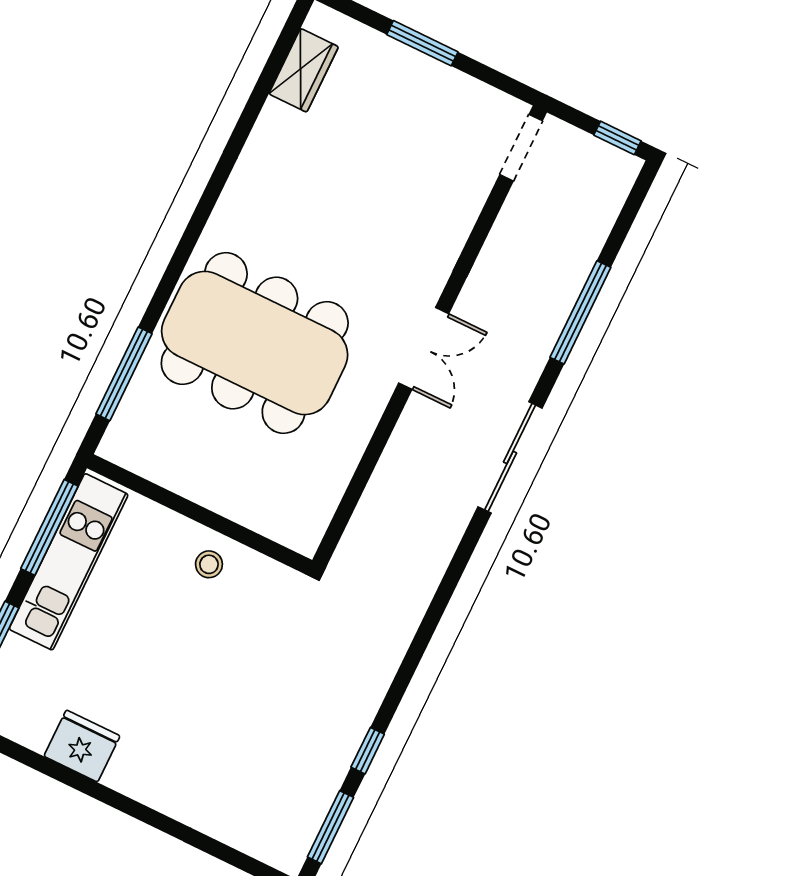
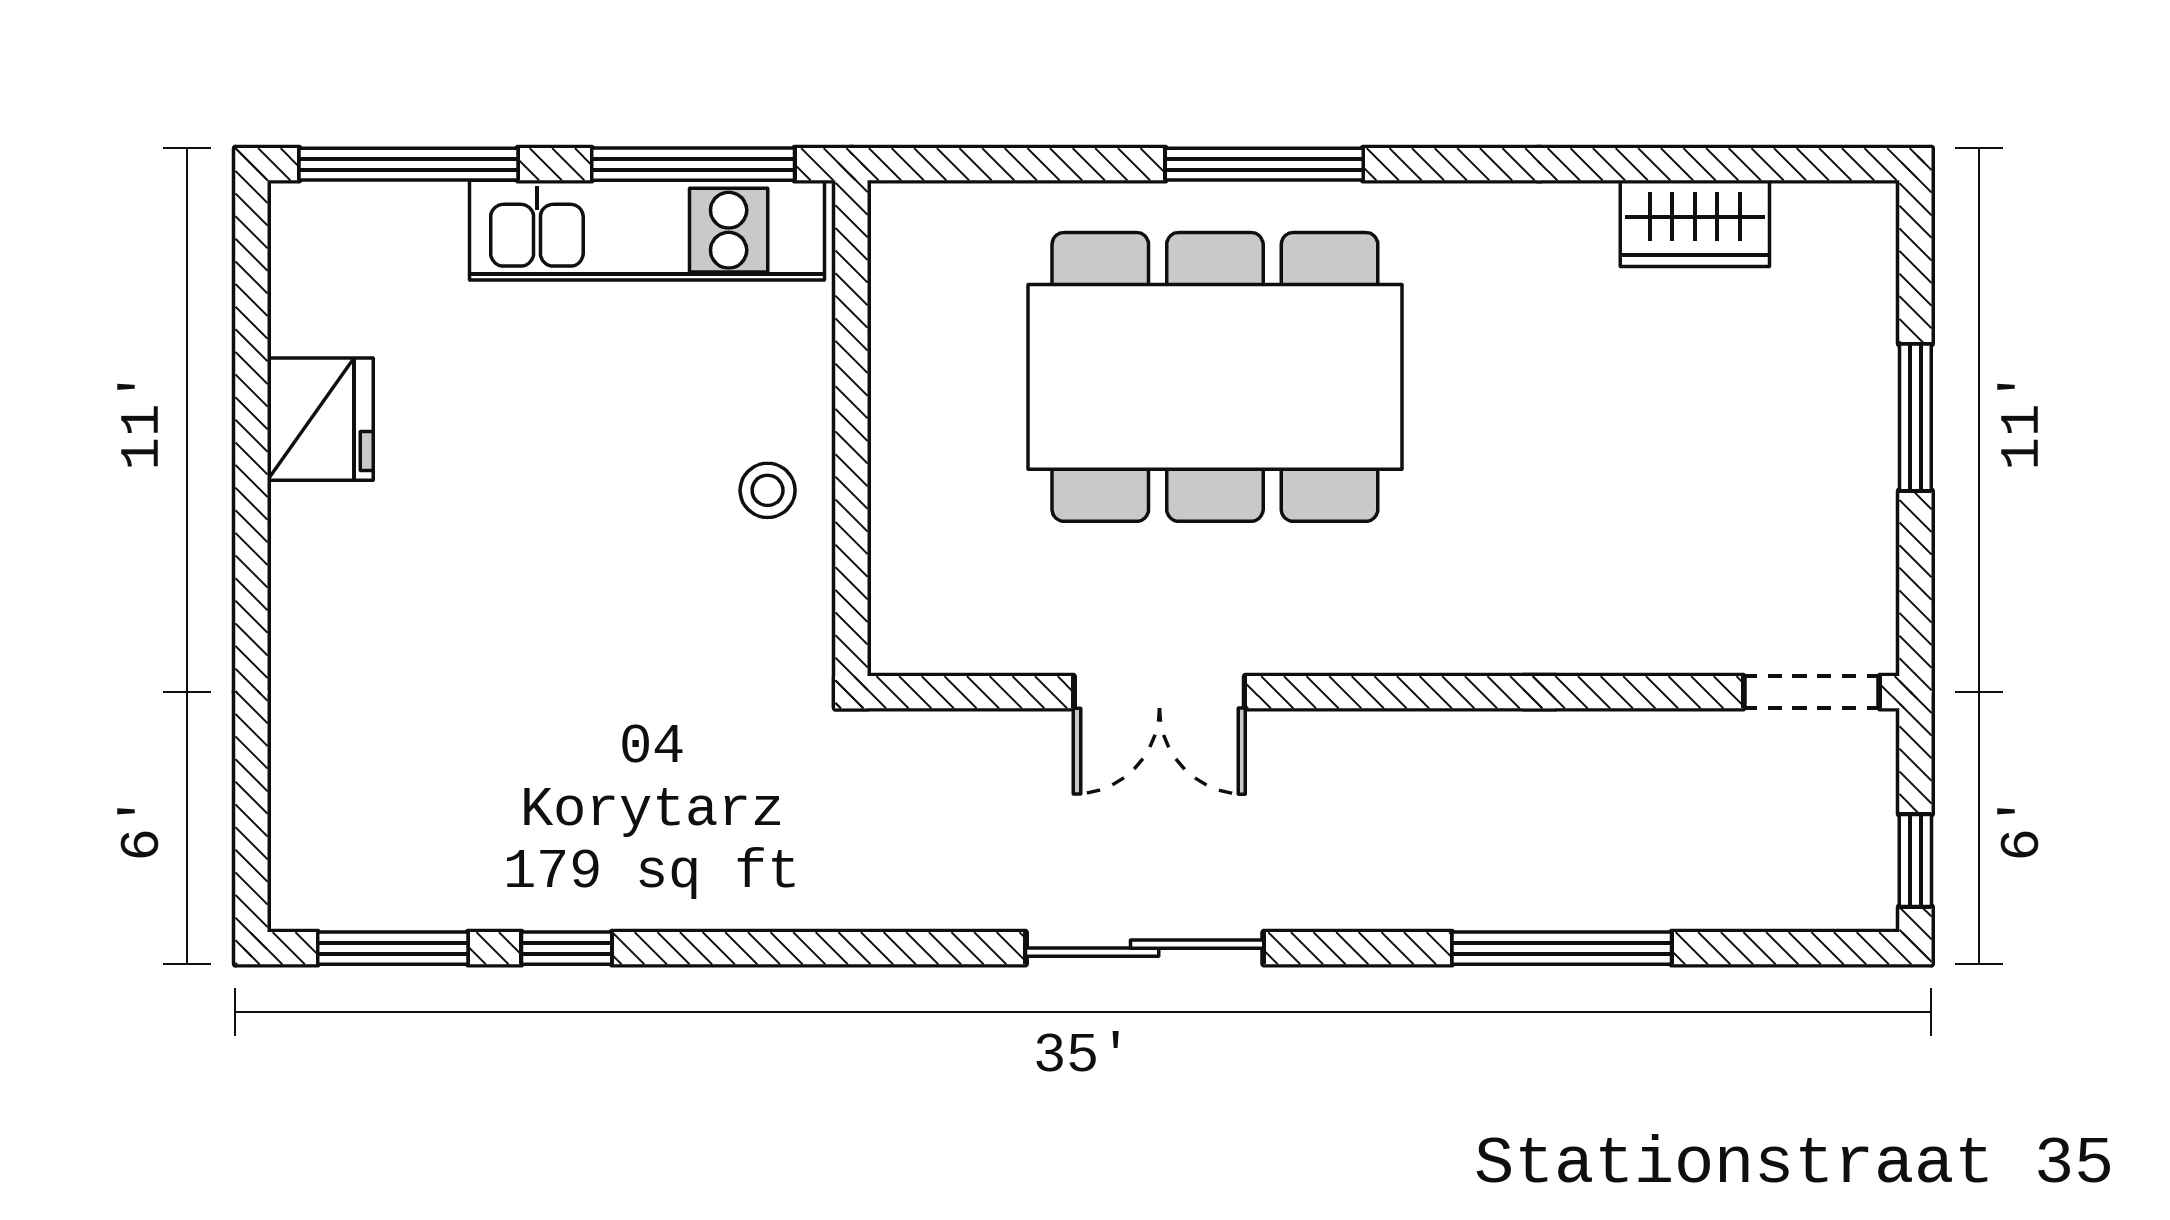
wardrobe: (304, 70) -> (1695, 223), moved
dining table: (255, 343) -> (1215, 377), turned 90
double door: (424, 348) -> (1159, 692), moved
window: (124, 374) -> (1264, 164), moved
sliding door: (510, 457) -> (1145, 948), moved

